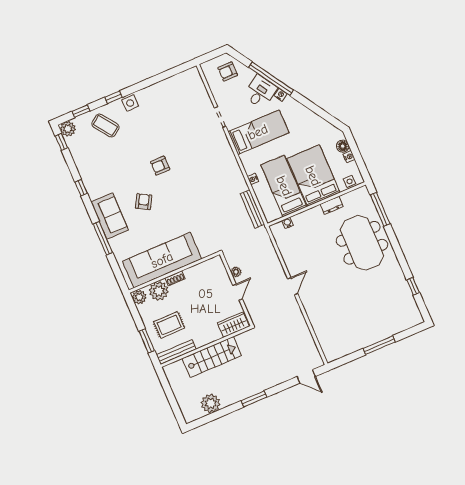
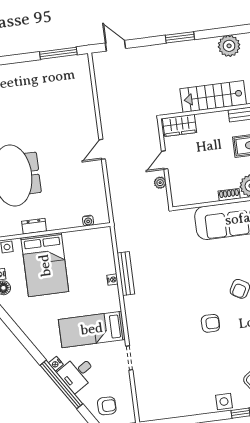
bed: (284, 186) -> (81, 262), removed
bench: (252, 209) -> (126, 274), moved
window: (379, 345) -> (58, 53), moved

